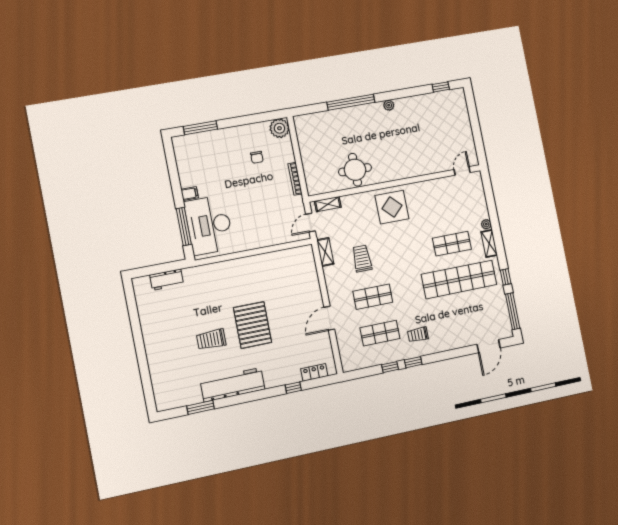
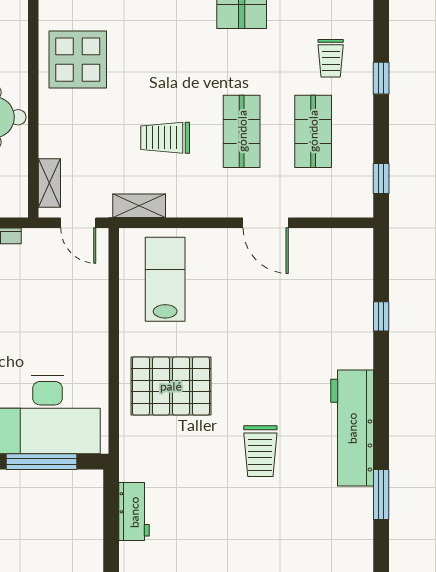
lab bench: (291, 272) -> (165, 279), added
pallet: (252, 325) -> (171, 386), moved
window: (390, 367) -> (381, 179), moved
locker: (314, 372) -> (361, 271), removed

